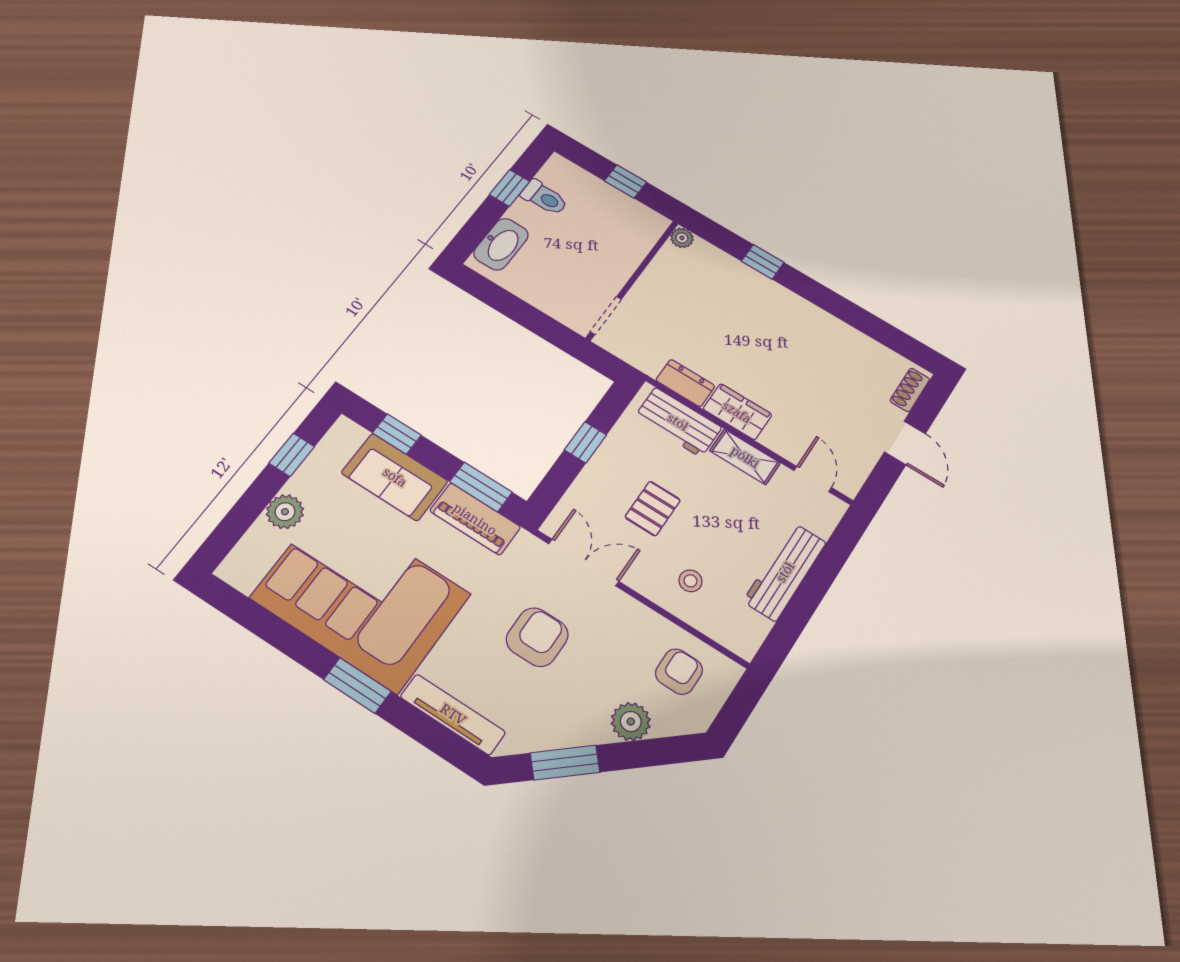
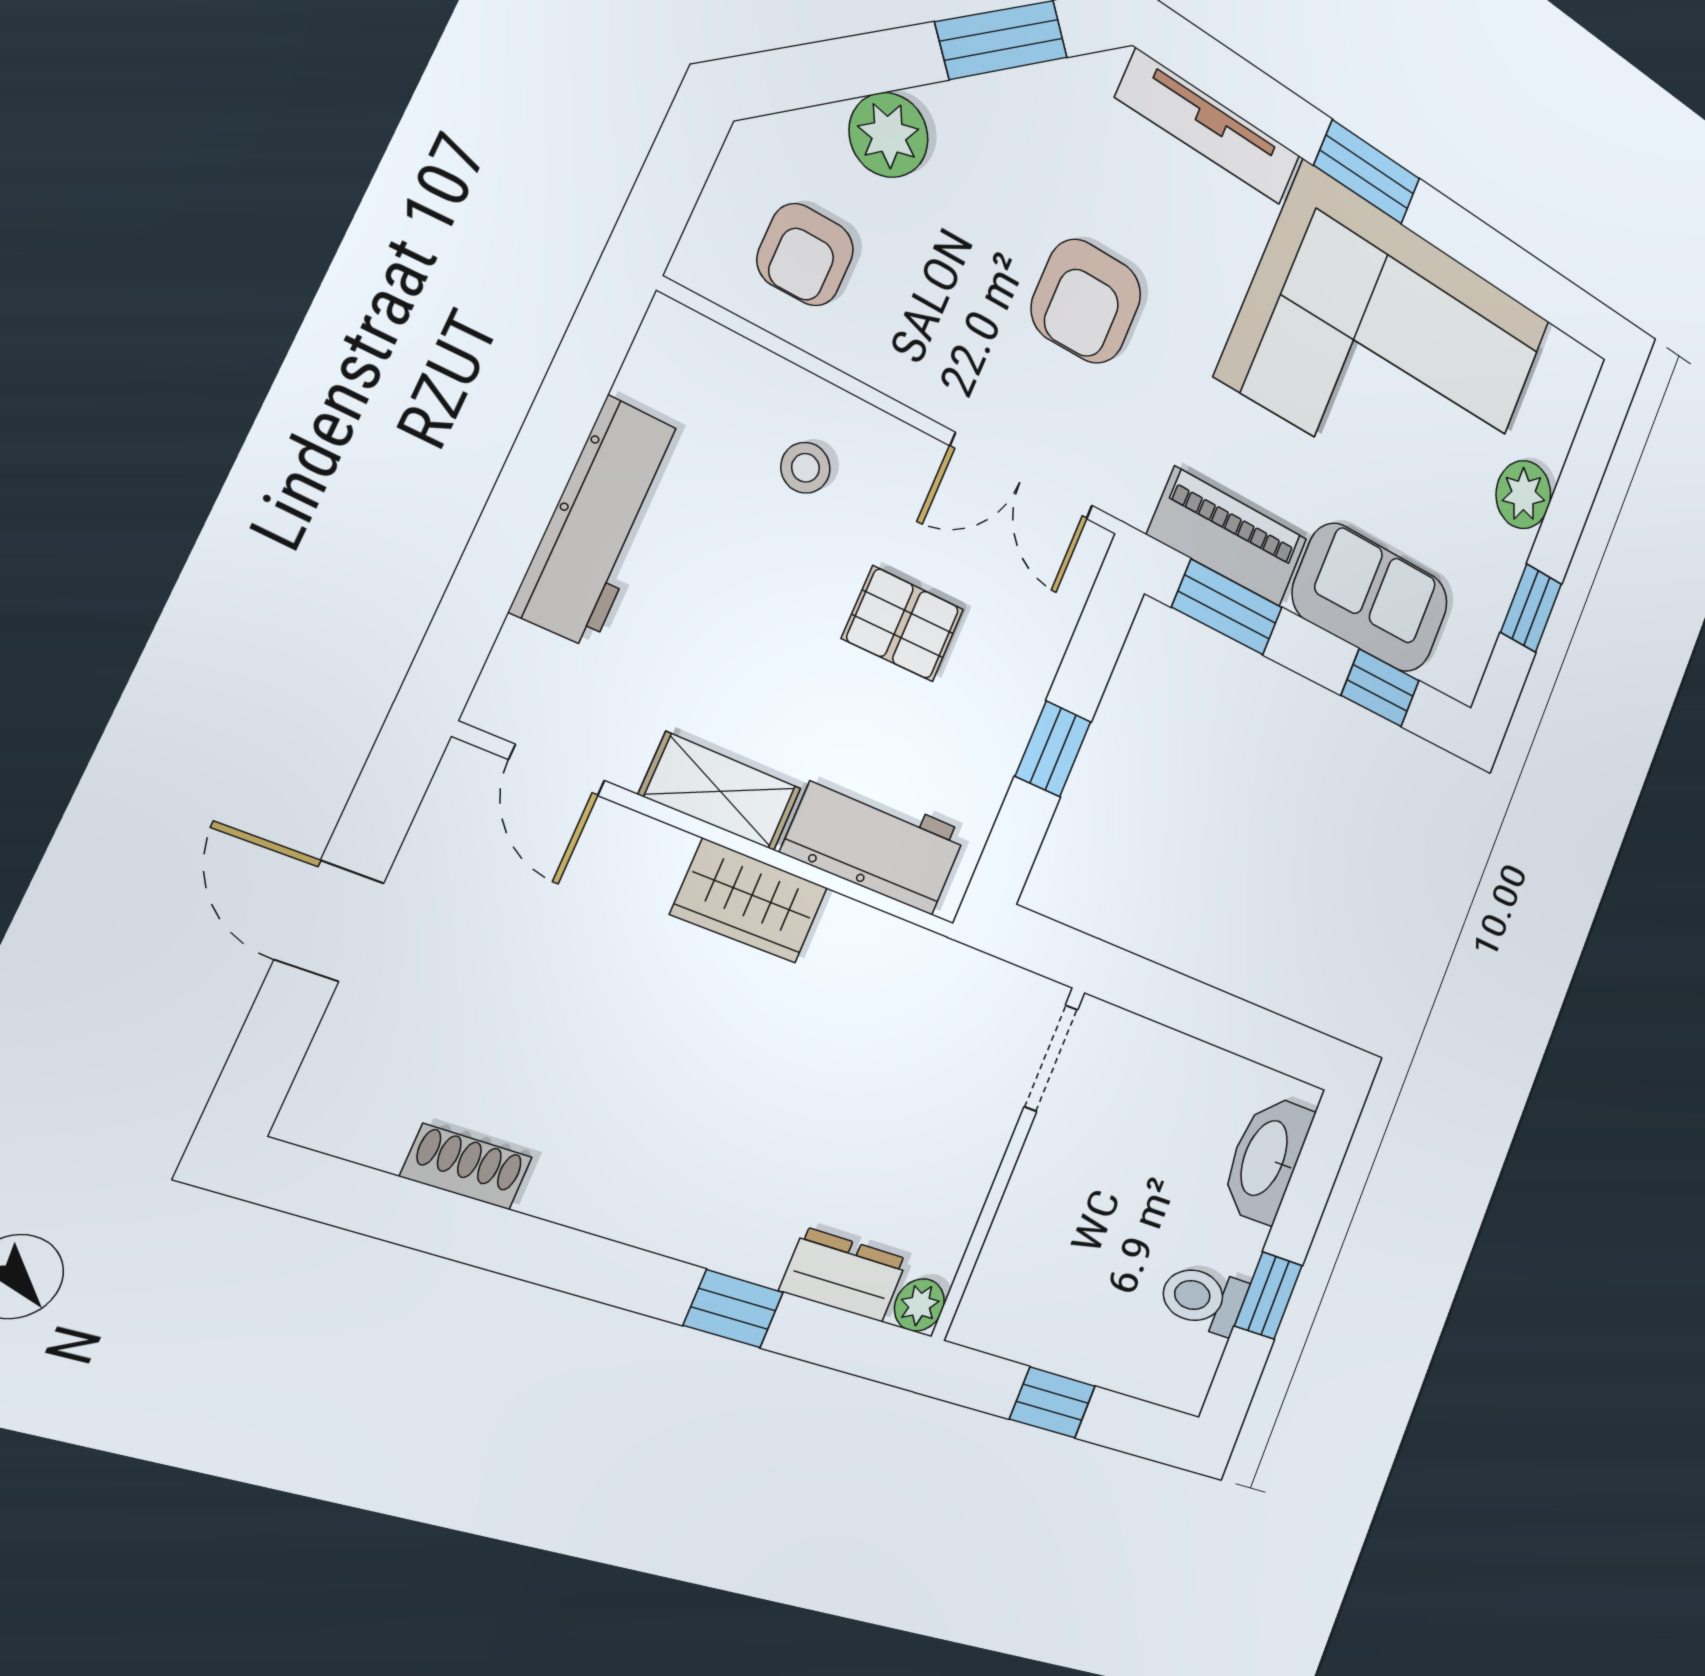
dresser: (685, 383) -> (844, 1275), moved, turned 180
shoe rack: (910, 390) -> (466, 1167), moved, turned -90
pallet: (653, 509) -> (903, 624), turned 90

